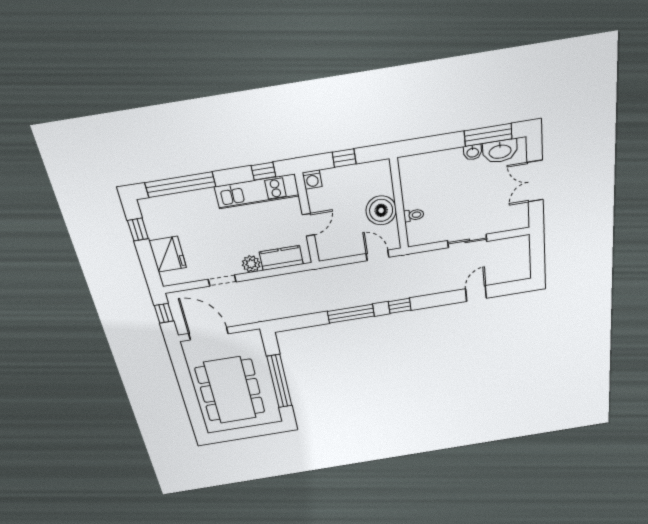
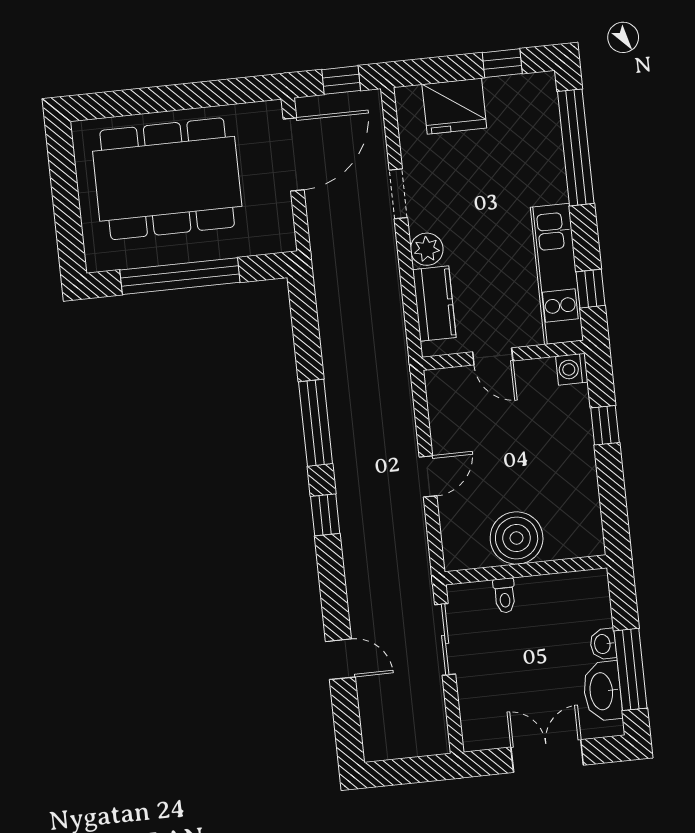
wall: (399, 204) -> (526, 570), moved
boiler: (381, 210) -> (517, 538), moved
toilet: (414, 215) -> (505, 596), moved

